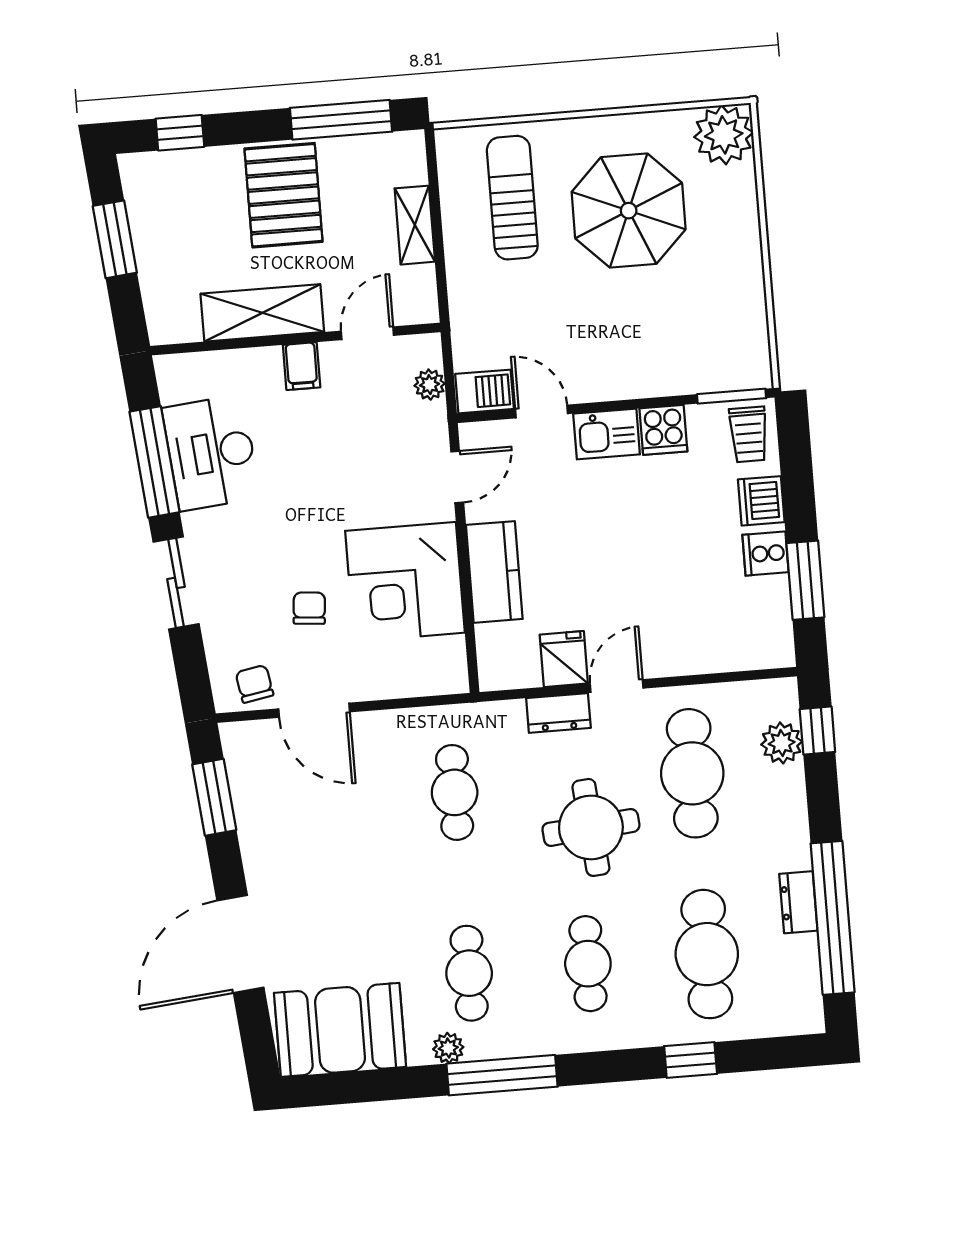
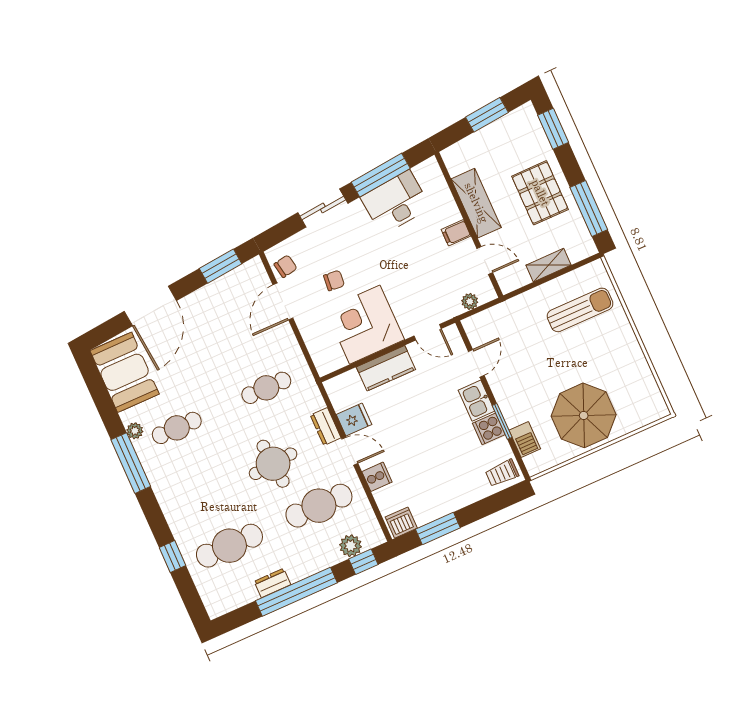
window: (180, 133) -> (553, 129), width x1.50
plant: (724, 135) -> (650, 406), removed
pallet: (284, 195) -> (540, 193), turned 90
parasol: (629, 211) -> (584, 415), moved
barbecue: (484, 391) -> (525, 439), moved
window: (732, 396) -> (502, 421), moved
dishwasher: (761, 501) -> (401, 523), moved
cooker: (765, 553) -> (377, 477), moved, turned 90
window: (833, 918) -> (296, 592), moved
door: (240, 944) -> (150, 306), swing flipped
cafe table: (588, 964) -> (203, 487), removed

